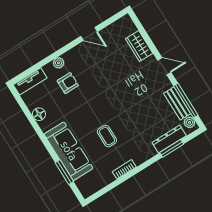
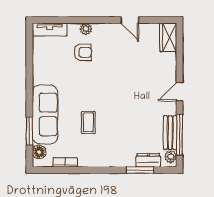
wardrobe: (139, 46) -> (168, 37), moved
door: (164, 66) -> (180, 92), swing flipped
floor lamp: (39, 114) -> (39, 152), moved
dresser: (169, 139) -> (148, 160), width x0.70
bookcase: (124, 169) -> (65, 162), moved

